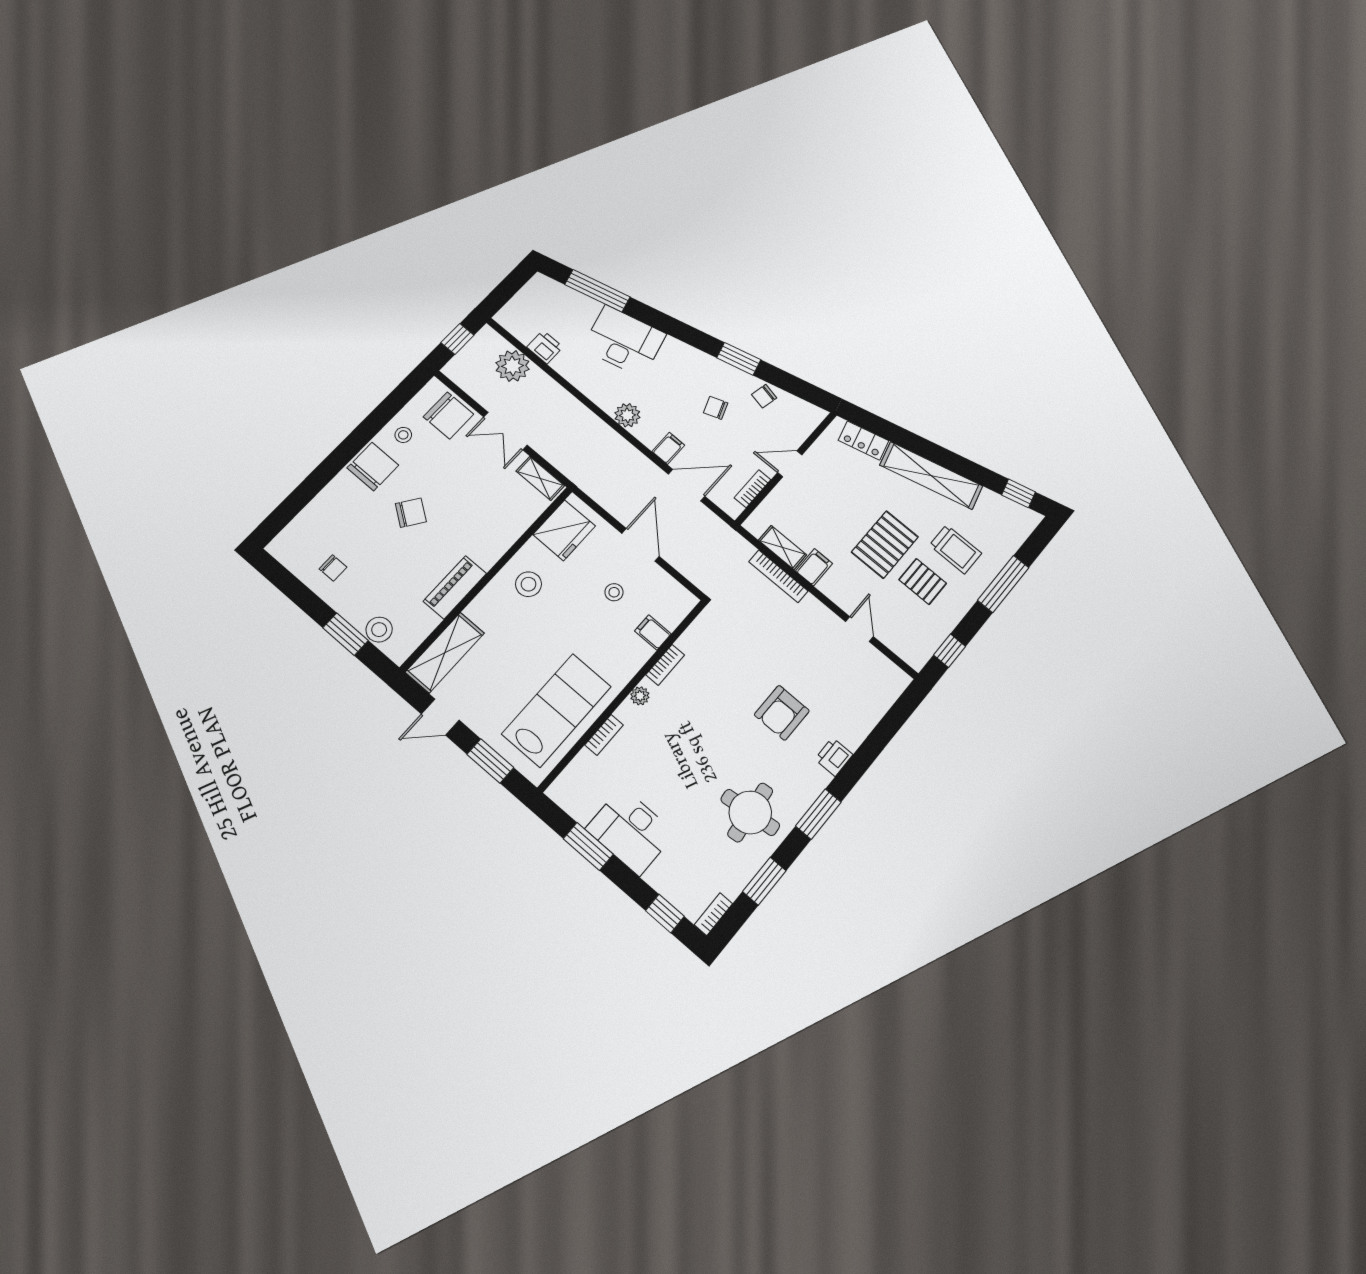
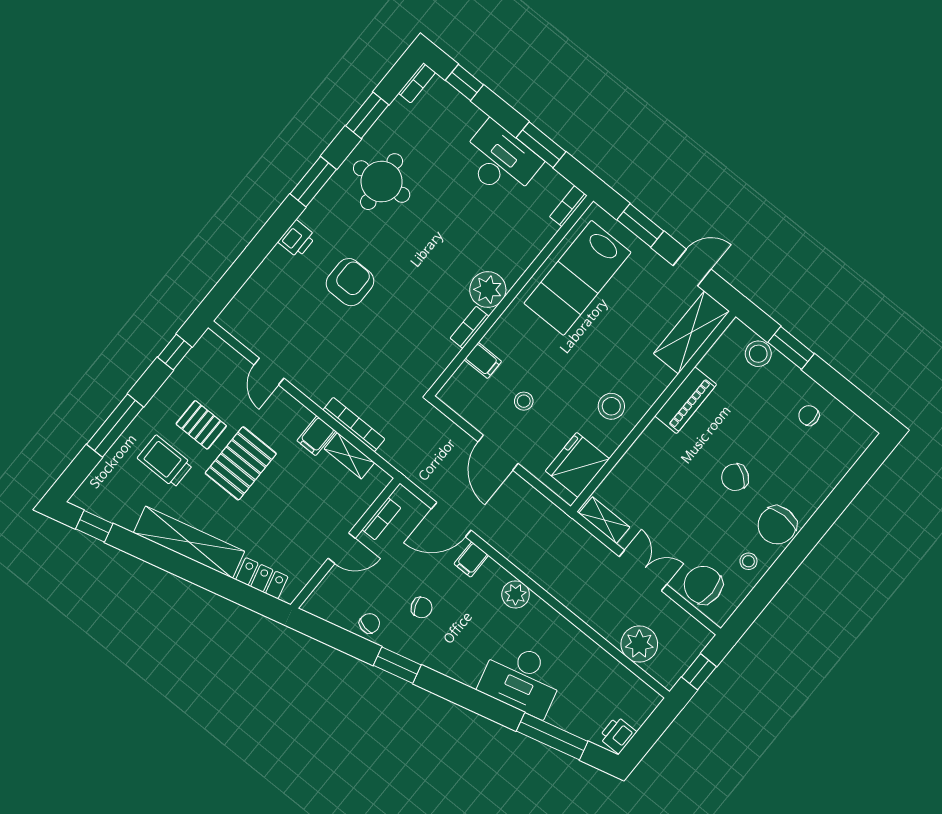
printer: (545, 347) -> (618, 735), moved, turned 90
plant: (640, 696) -> (488, 290), width x1.88, depth x1.88
bookcase: (604, 735) -> (568, 206), moved

